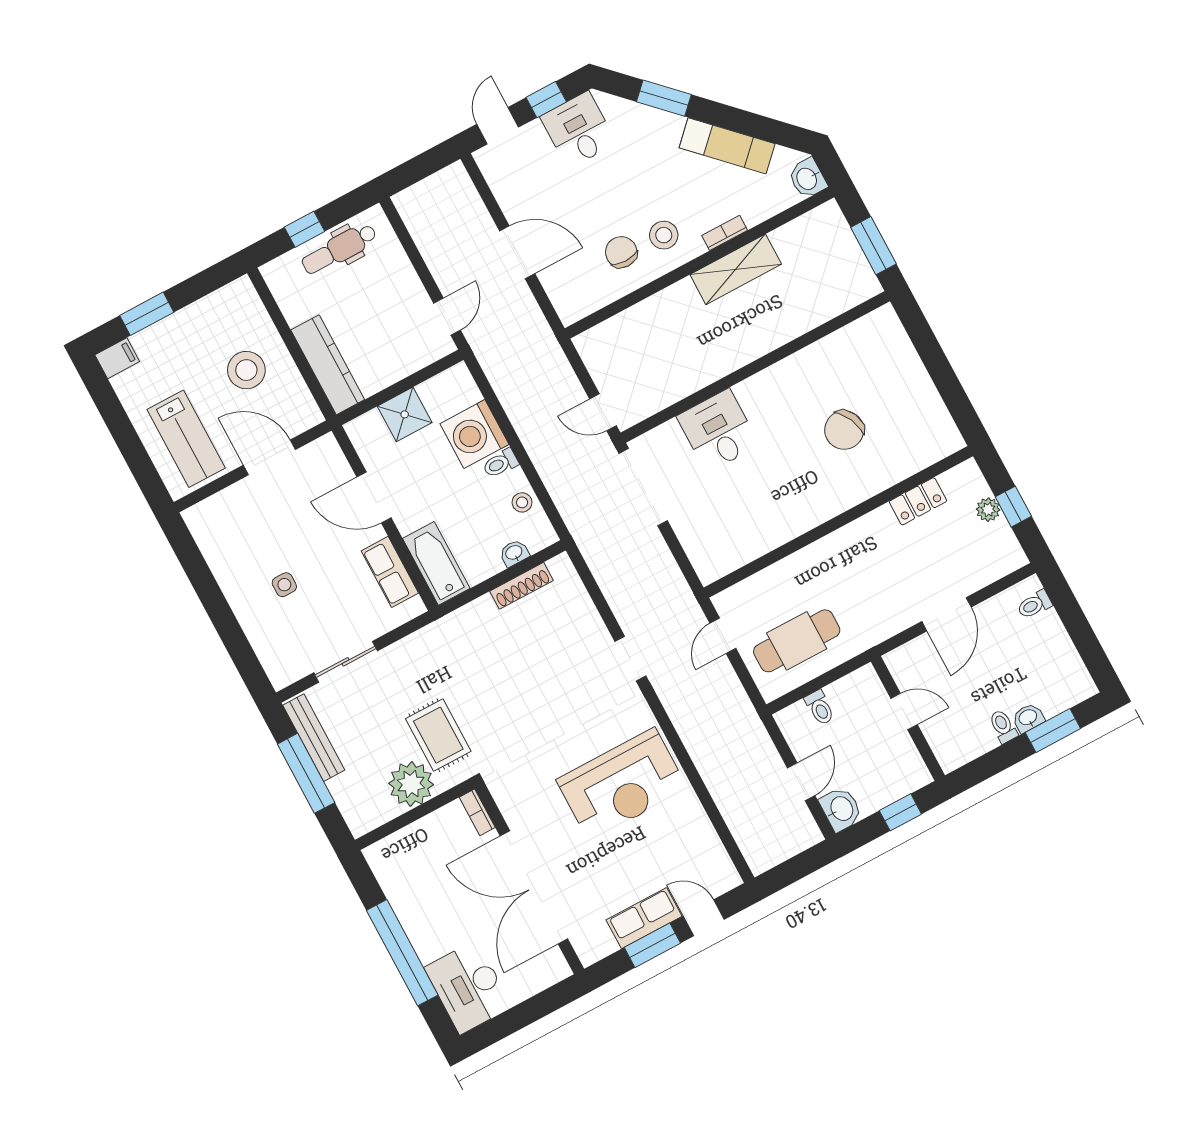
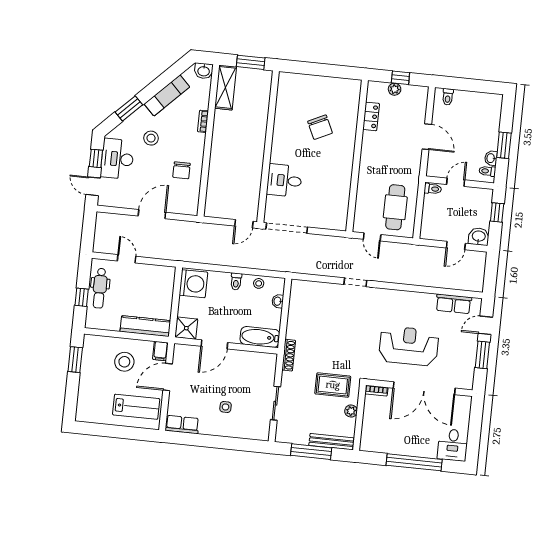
desk: (578, 130) -> (117, 159), width x1.37
stool: (664, 235) -> (151, 138), moved
chair: (621, 252) -> (182, 170), turned -90
shelving: (736, 269) -> (226, 88), moved
window: (147, 314) -> (75, 360), moved
door: (447, 317) -> (127, 259), moved
filing cabinet: (117, 358) -> (160, 351), moved, turned 180
shower: (405, 414) -> (186, 328), moved
washing machine: (474, 434) -> (193, 284), moved, turned -90
row of seats: (390, 572) -> (182, 425), moved, turned 180
shoe rack: (521, 586) -> (289, 355), moved
toilet: (820, 708) -> (433, 189), moved
washbasin: (1028, 718) -> (491, 158), moved
toilet: (1003, 726) -> (487, 171), moved
window: (1053, 731) -> (504, 145), moved
bench: (314, 738) -> (331, 442), moved
door: (801, 782) -> (456, 246), swing flipped
plant: (411, 784) -> (351, 411), width x0.53, depth x0.53
reception desk: (622, 784) -> (409, 346), moved, turned -90
row of seats: (644, 918) -> (454, 304), moved, turned -90
desk: (468, 987) -> (453, 445), width x0.73

